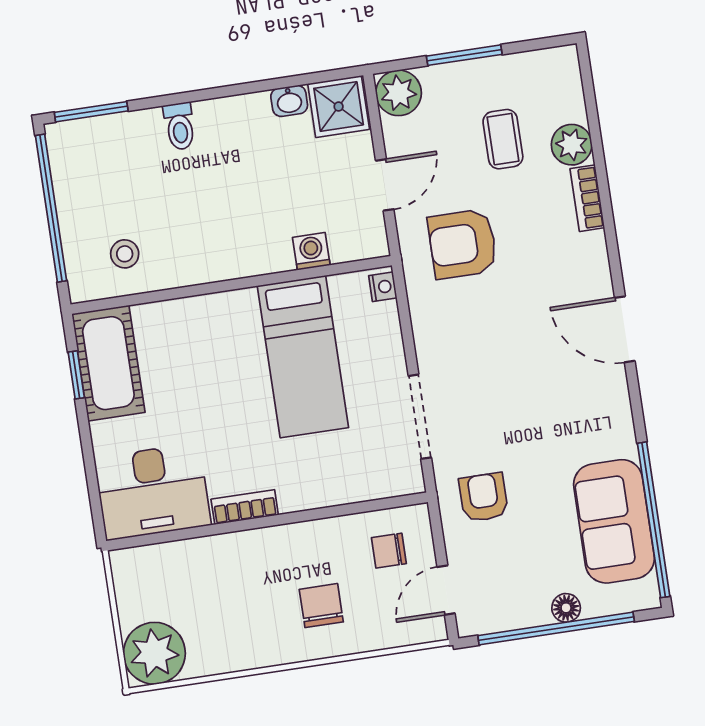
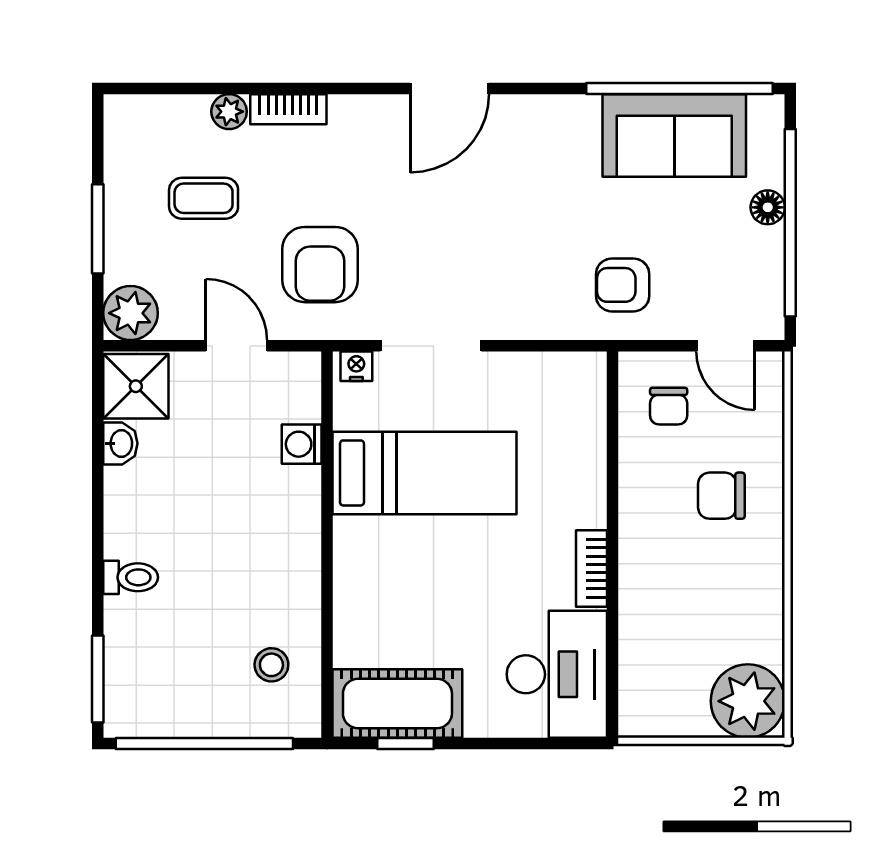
plant: (572, 145) -> (229, 112), width x0.73, depth x0.73
doorway: (420, 417) -> (431, 346), moved

